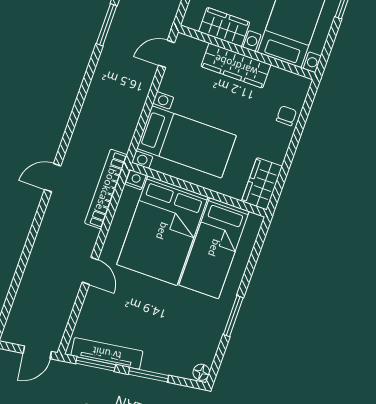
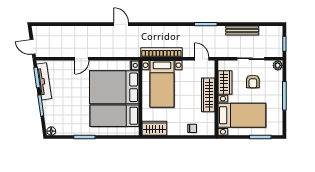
bookcase: (106, 189) -> (161, 52), moved

